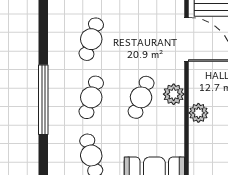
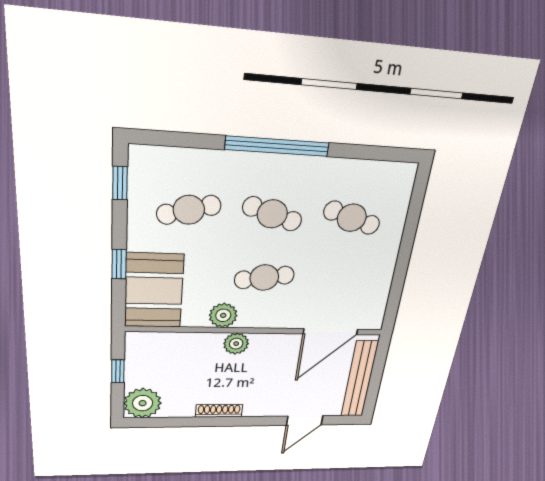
plant: (174, 94) -> (223, 315), moved
cafe table: (141, 97) -> (264, 278), turned -30

